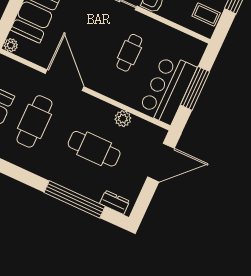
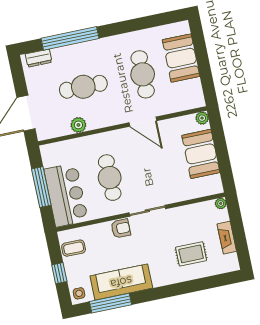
cafe table: (129, 53) -> (110, 178), width x1.37, depth x1.35
door: (65, 80) -> (143, 122), width x0.73
bar counter: (168, 89) -> (66, 195), moved

